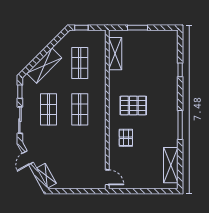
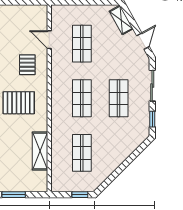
shelving: (115, 54) -> (40, 151), moved
shelving: (44, 66) -> (124, 150), removed
shop shelf: (80, 156) -> (82, 44), added
door: (107, 177) -> (49, 40), moved

